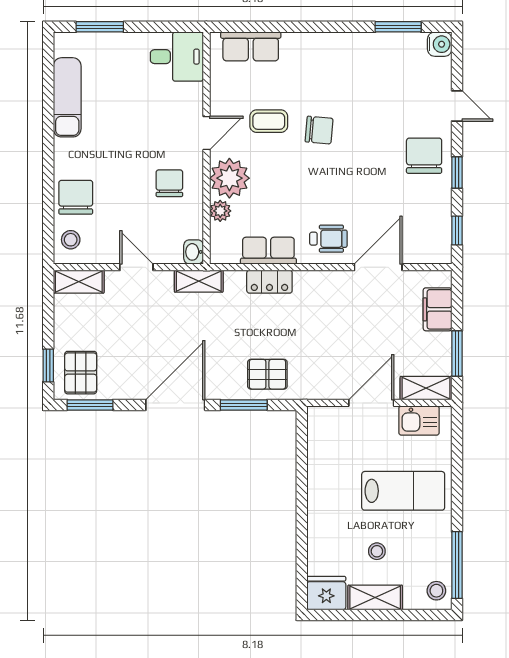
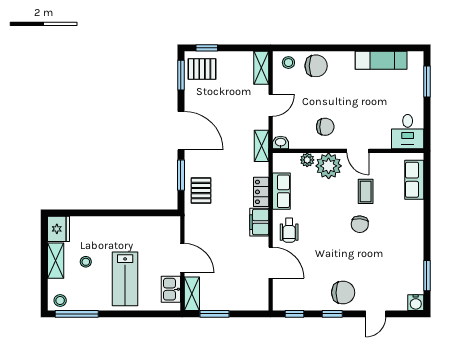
filing cabinet: (437, 309) -> (259, 222), moved, turned -90

